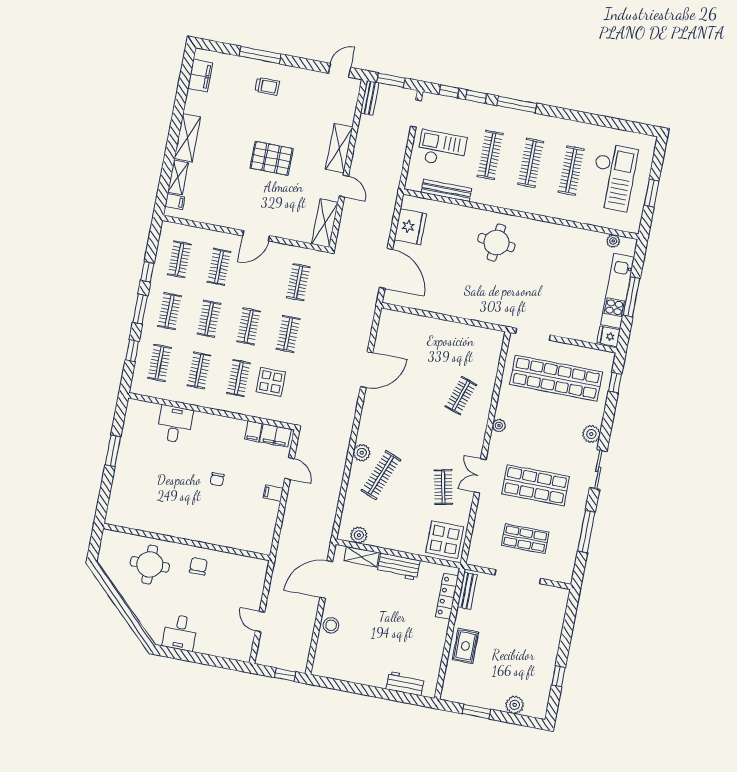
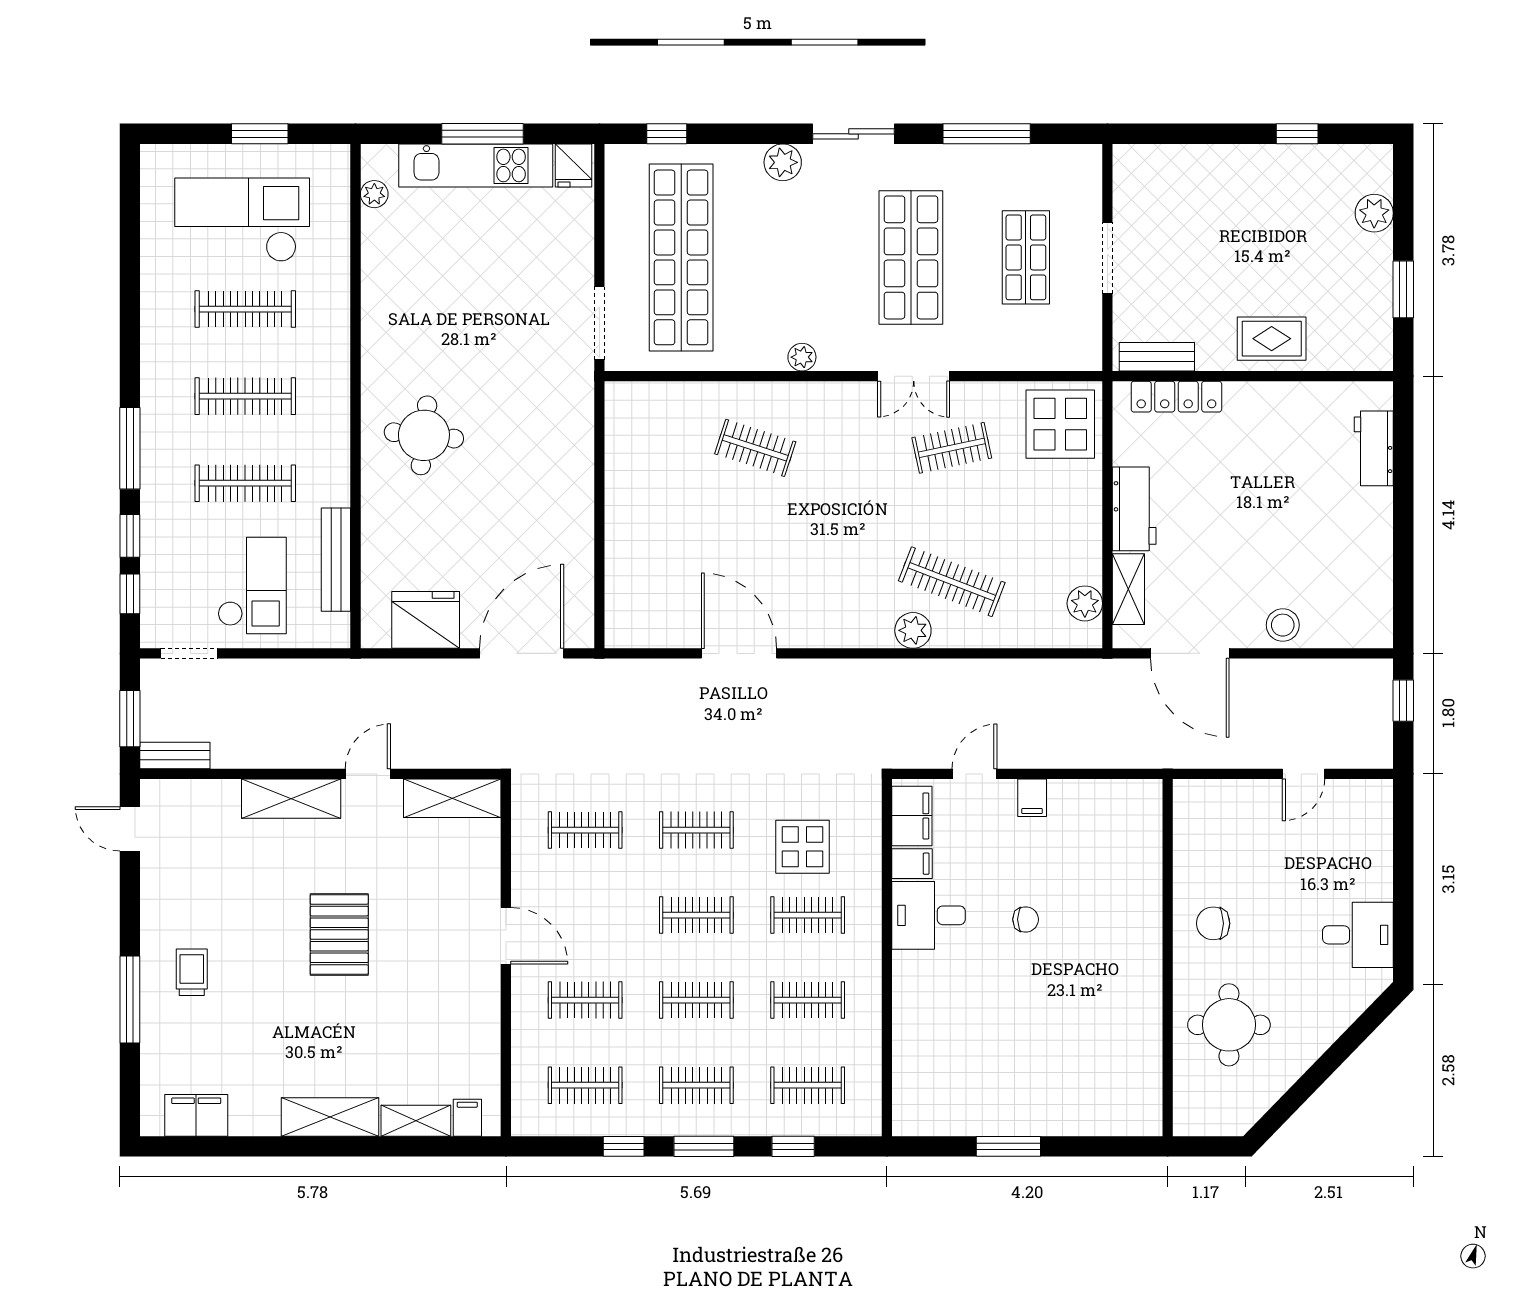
checkout: (442, 149) -> (252, 586), turned 180
desk: (175, 424) -> (929, 915), moved
doorway: (518, 577) -> (1107, 258), width x0.73

